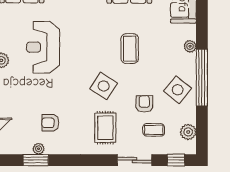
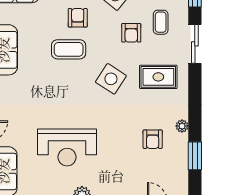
armchair: (158, 57) -> (78, 18), added
armchair: (144, 104) -> (131, 33), turned -90
plant: (39, 149) -> (182, 126), moved

